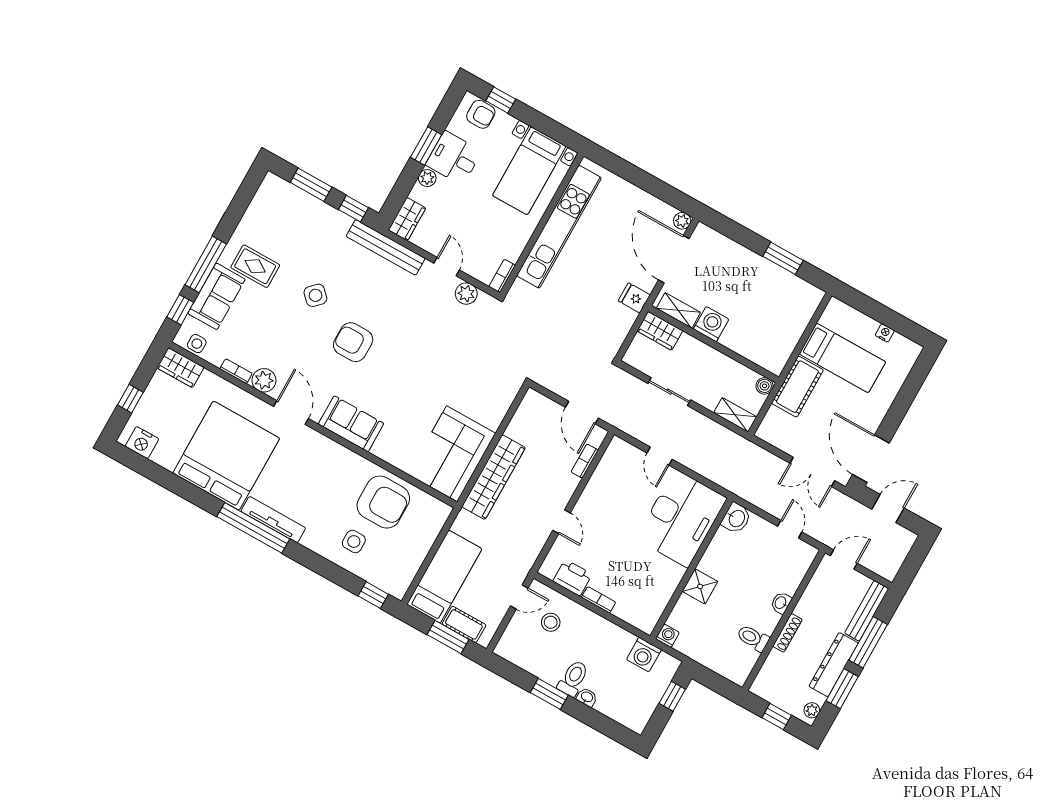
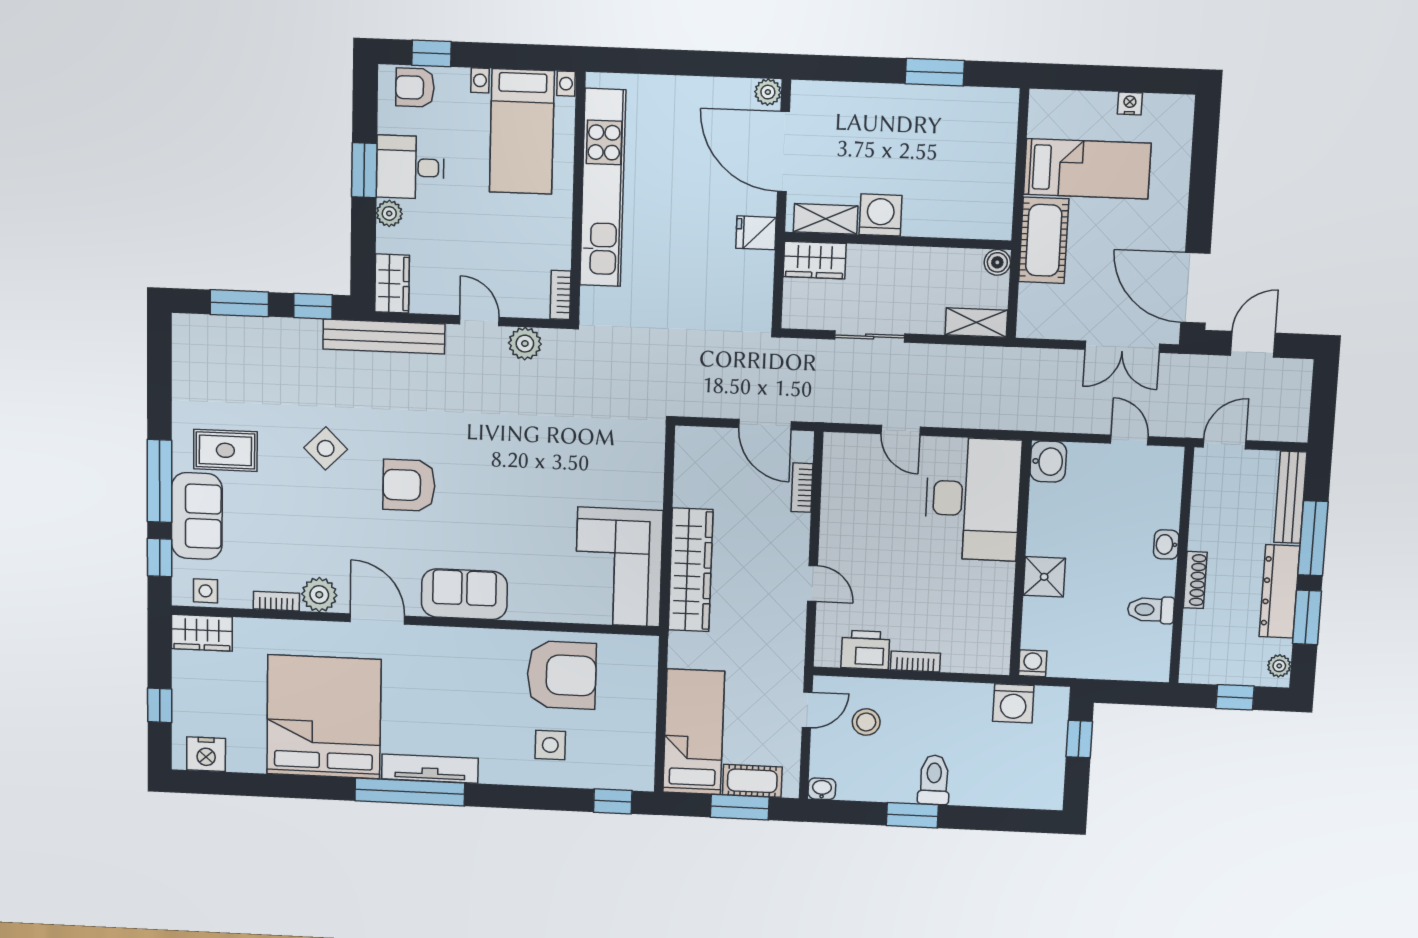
armchair: (481, 114) -> (415, 87), turned 180
washbasin: (587, 697) -> (822, 789), moved

